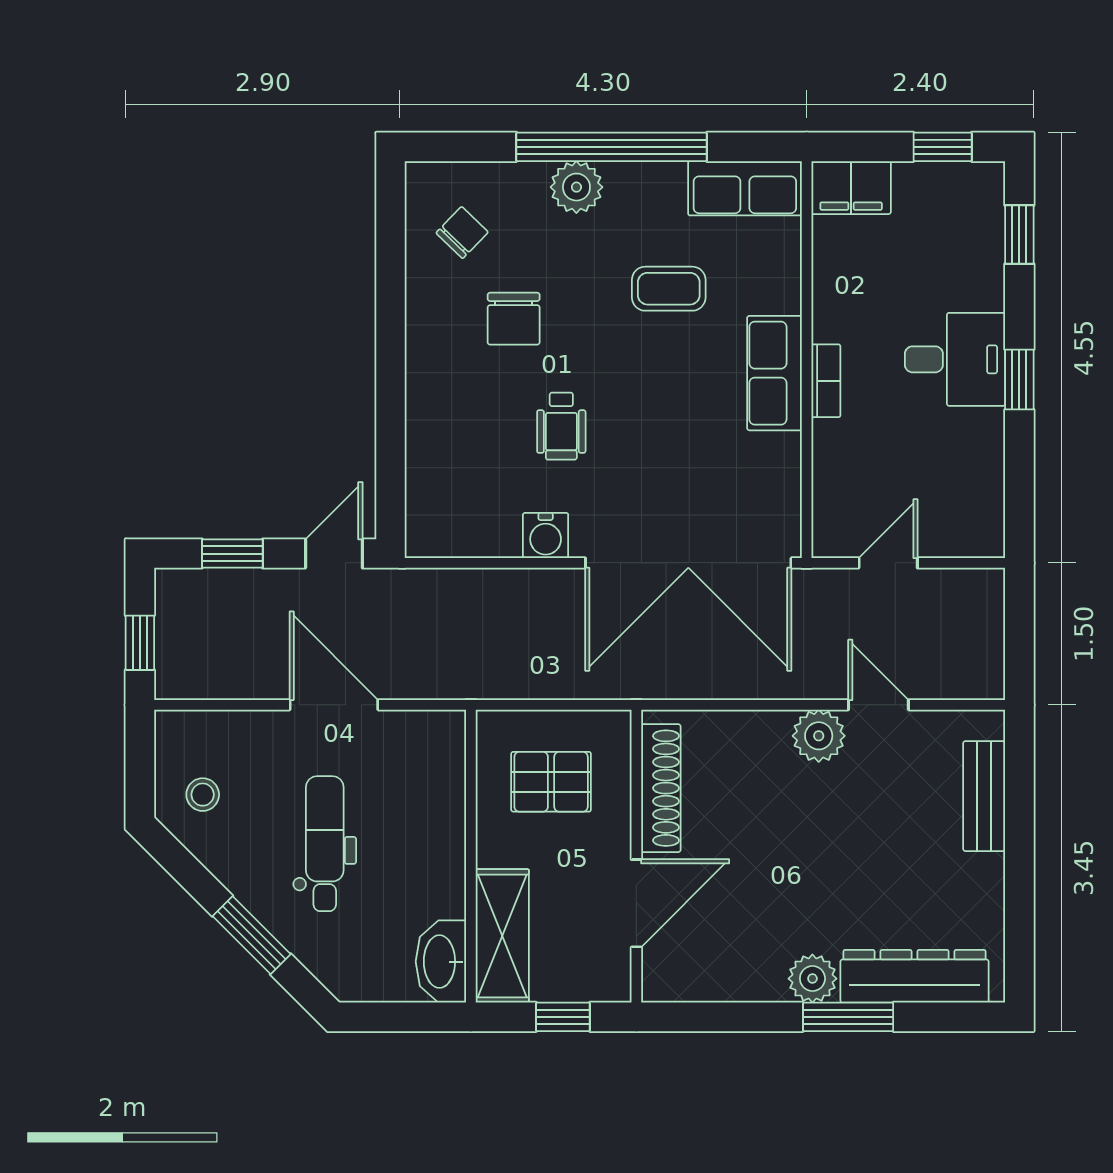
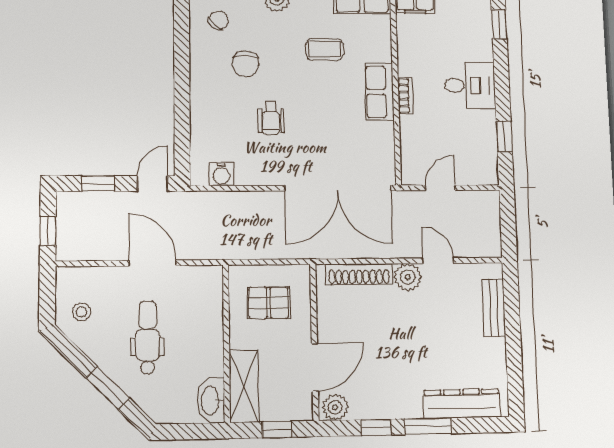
window: (1019, 379) -> (504, 136), moved
water cooler: (546, 536) -> (221, 174), moved
shoe rack: (661, 788) -> (359, 274), moved, turned 90
plant: (812, 979) -> (335, 407), moved
window: (749, 1017) -> (376, 427), added

